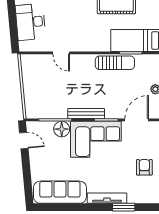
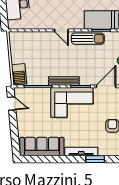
door: (61, 53) -> (61, 30), moved
barbecue: (32, 106) -> (19, 74), added
floor lamp: (62, 129) -> (43, 94), removed

